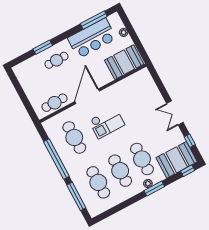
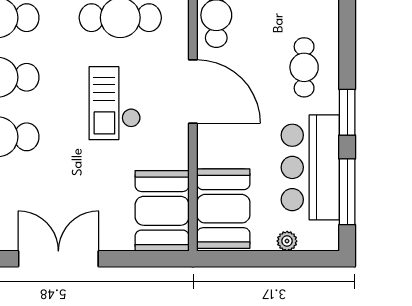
window: (43, 47) -> (347, 112), moved
booth: (137, 84) -> (162, 211), added
double door: (175, 113) -> (58, 259), width x1.37

